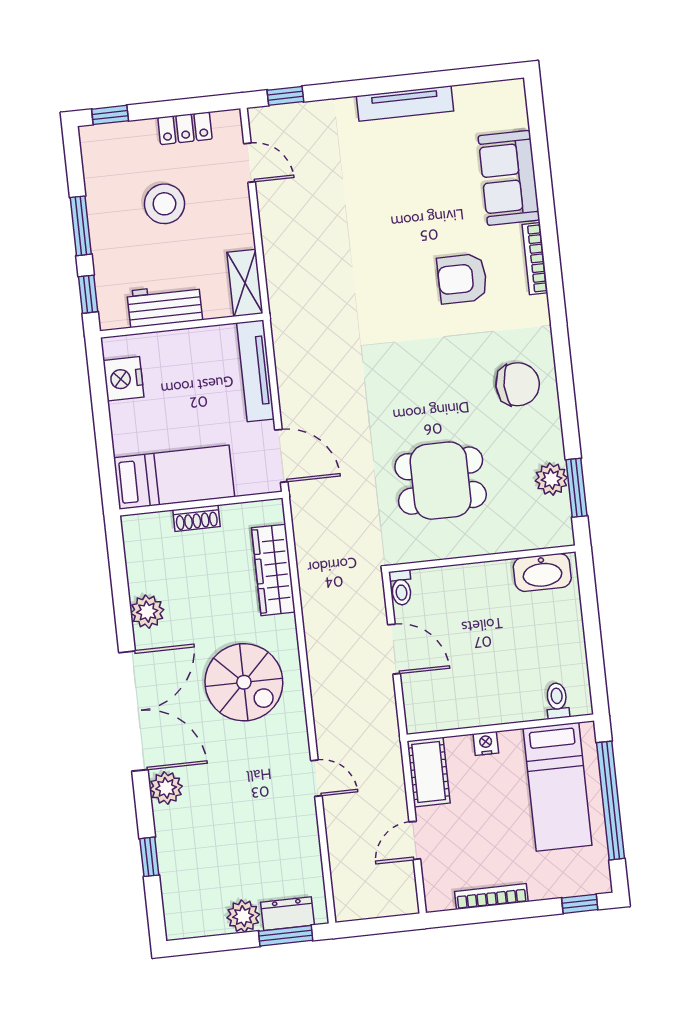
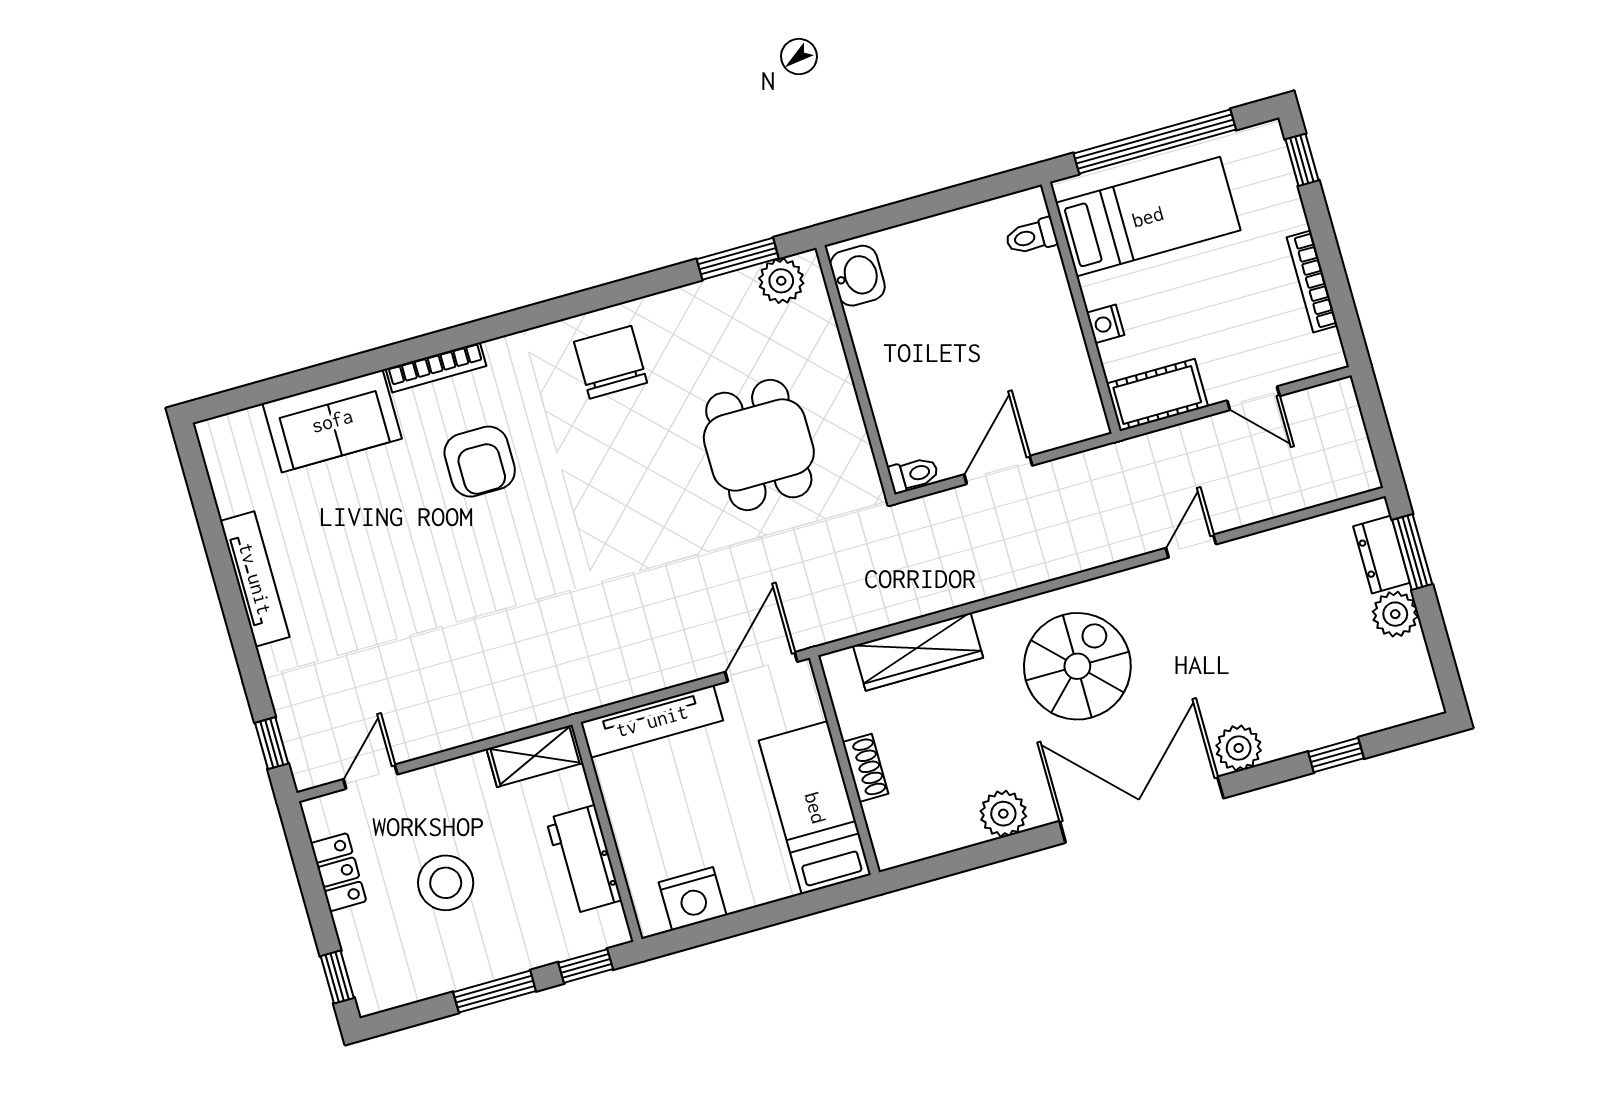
plant: (551, 479) -> (781, 281), moved
washbasin: (542, 572) -> (858, 276), width x0.72

